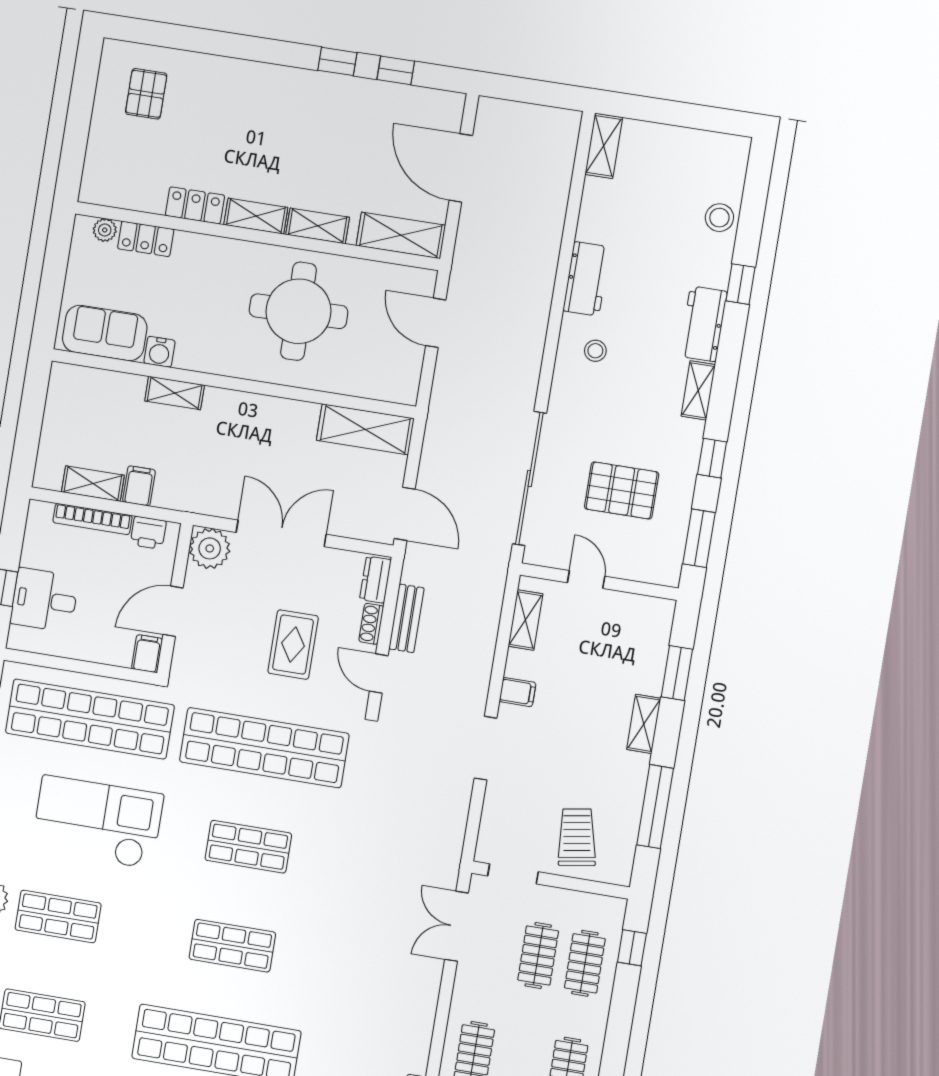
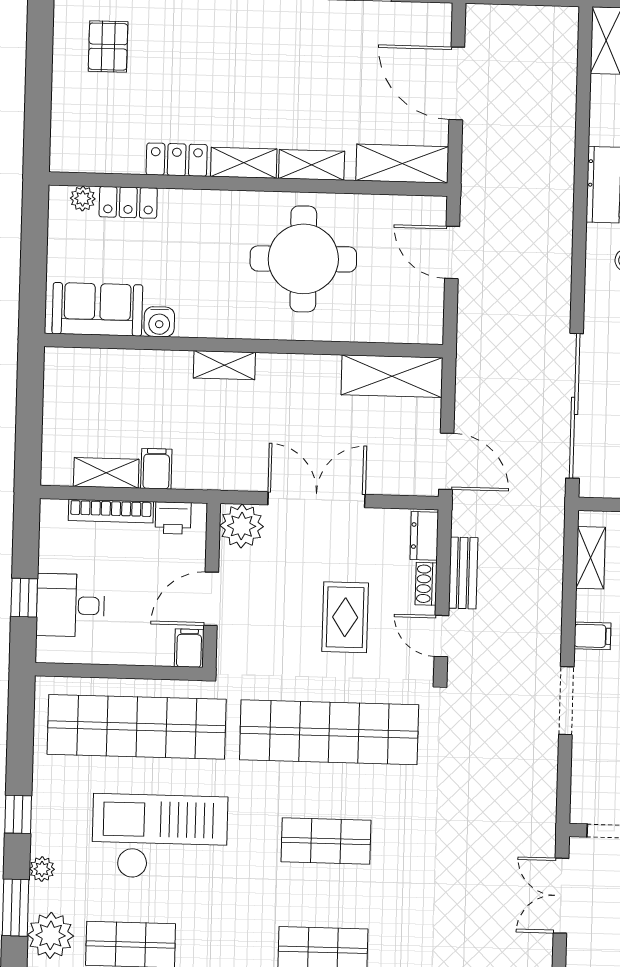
shelving: (175, 393) -> (224, 365), moved

